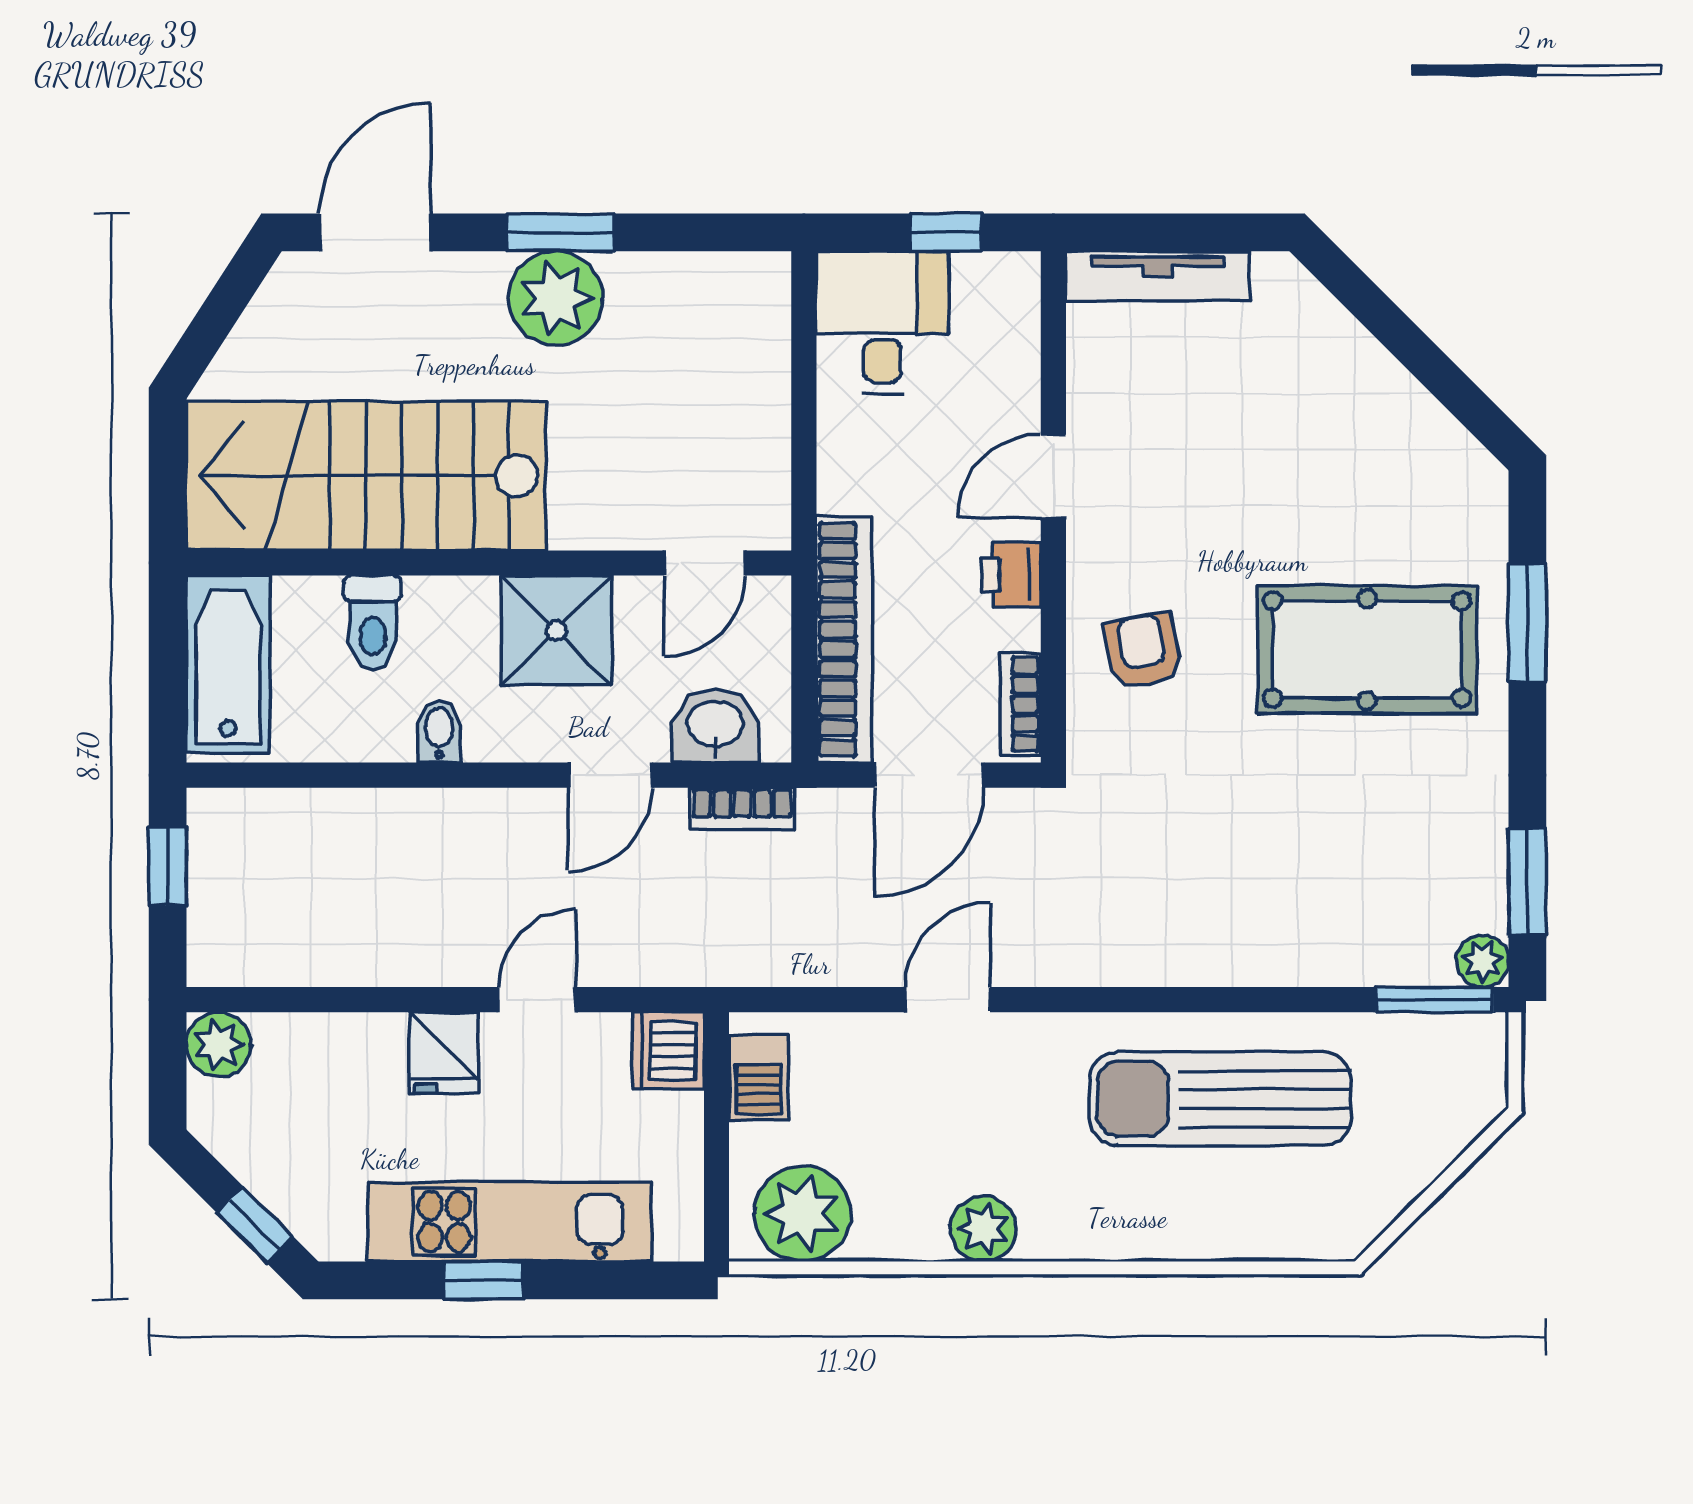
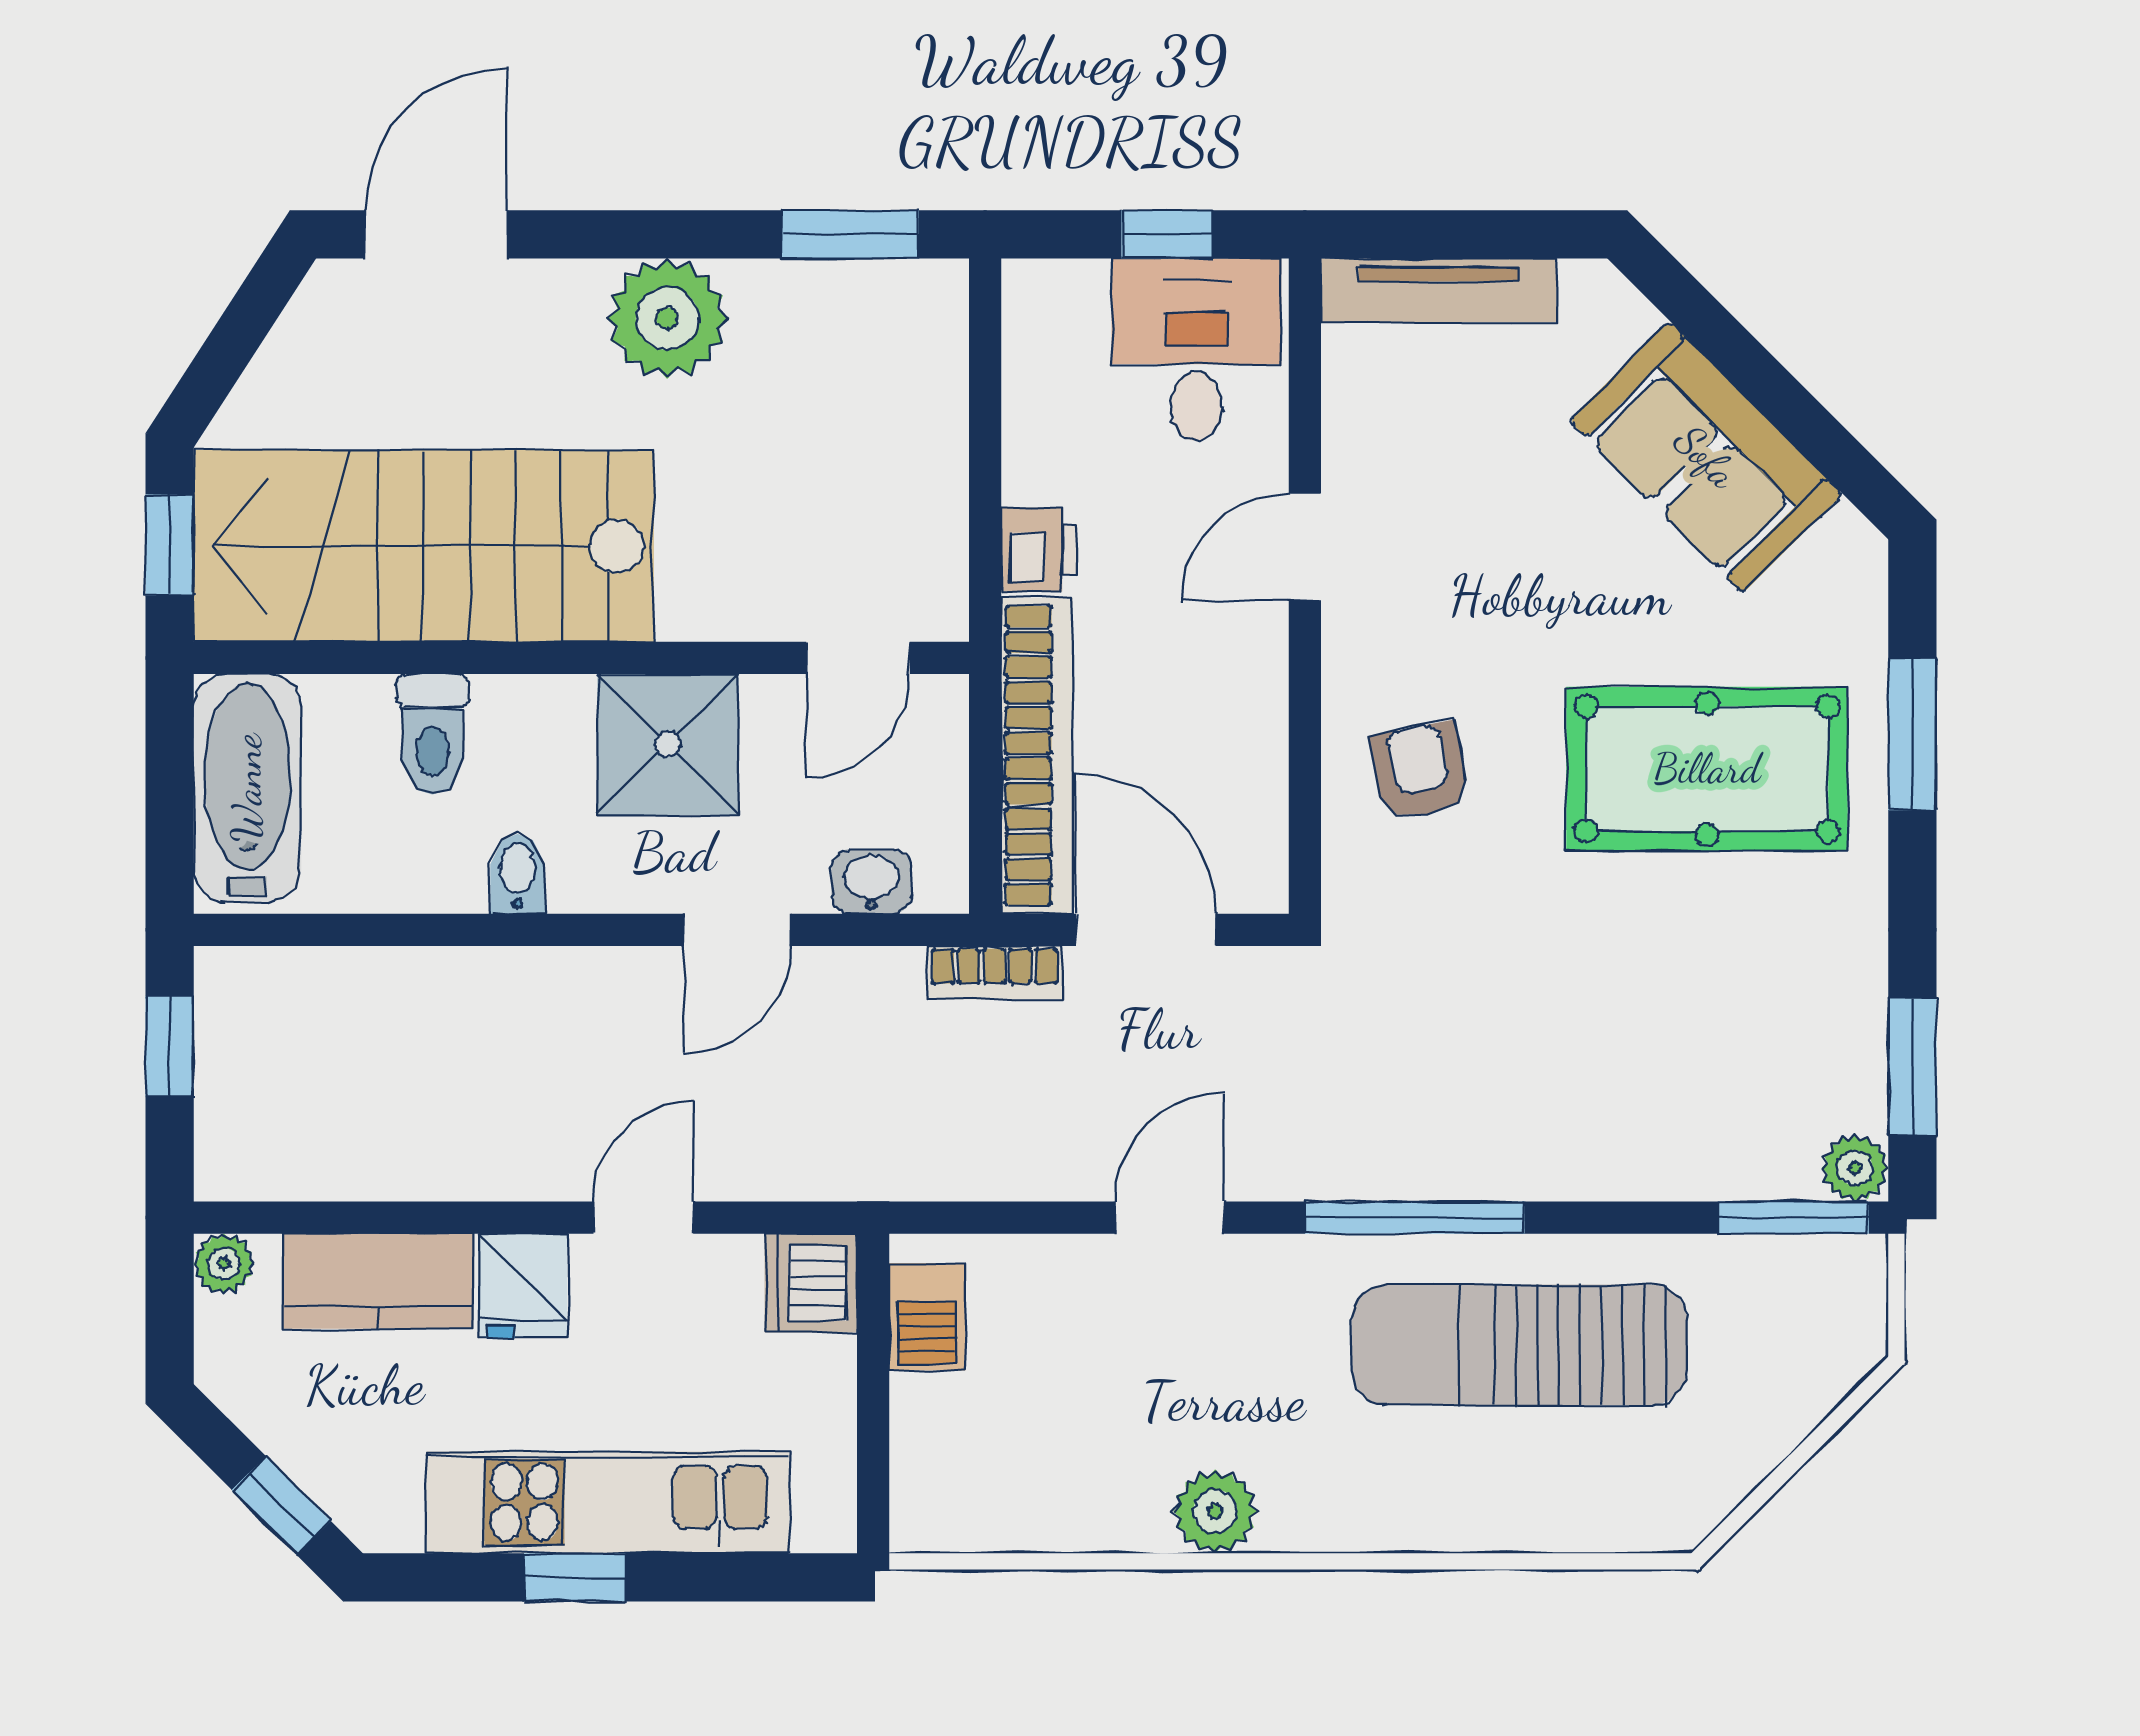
window: (560, 232) -> (850, 234), moved
desk: (882, 322) -> (1196, 350), moved
sofa: (1366, 406) -> (1706, 457), added
window: (168, 475) -> (170, 545), added
printer: (1011, 575) -> (1039, 550), moved, turned 180
bookcase: (1021, 704) -> (1263, 839), removed
washbasin: (715, 726) -> (871, 881), width x0.72, depth x0.69
door: (929, 775) -> (1146, 930), swing flipped
bookcase: (742, 809) -> (995, 973), moved
window: (1139, 1000) -> (1415, 1218), added
plant: (219, 1044) -> (224, 1264), width x0.73, depth x0.73
kitchen counter: (330, 1049) -> (378, 1281), added
plant: (802, 1214) -> (983, 1492), removed

